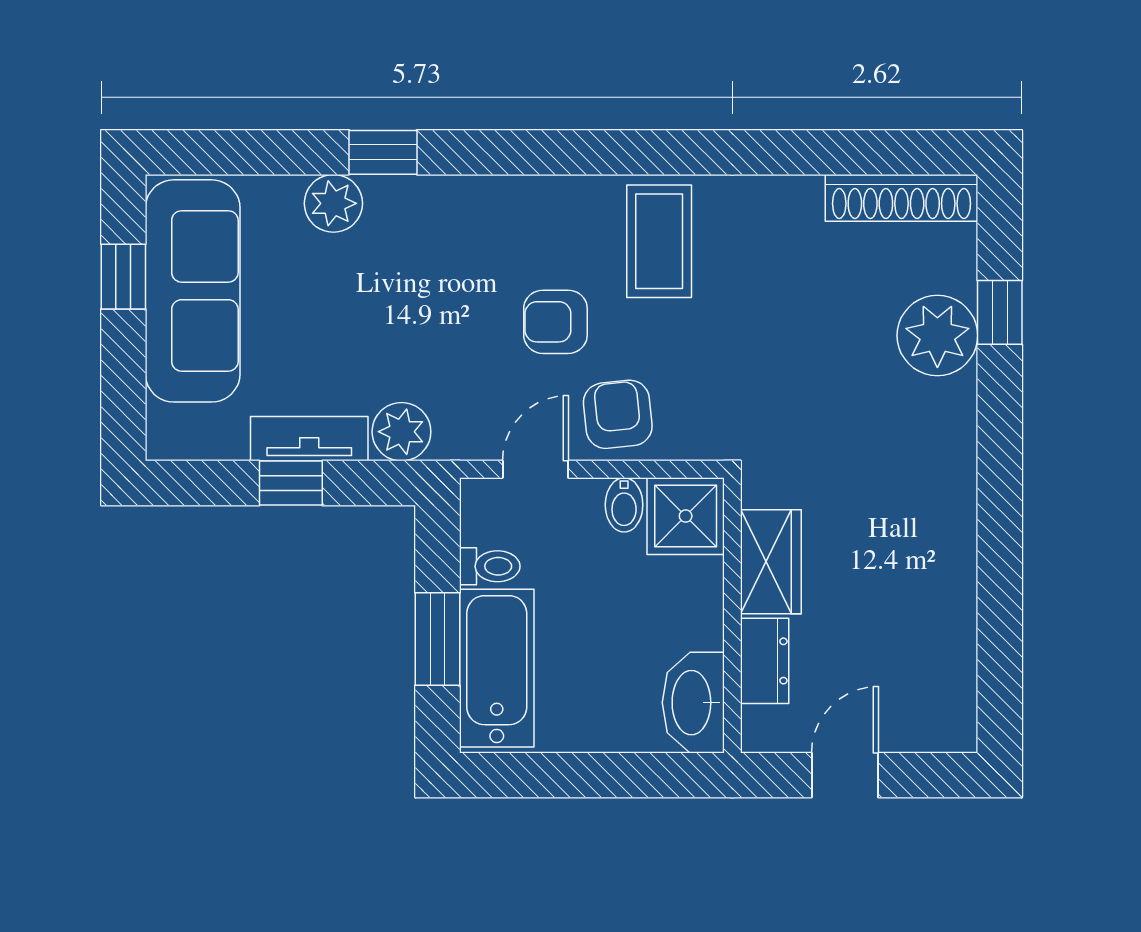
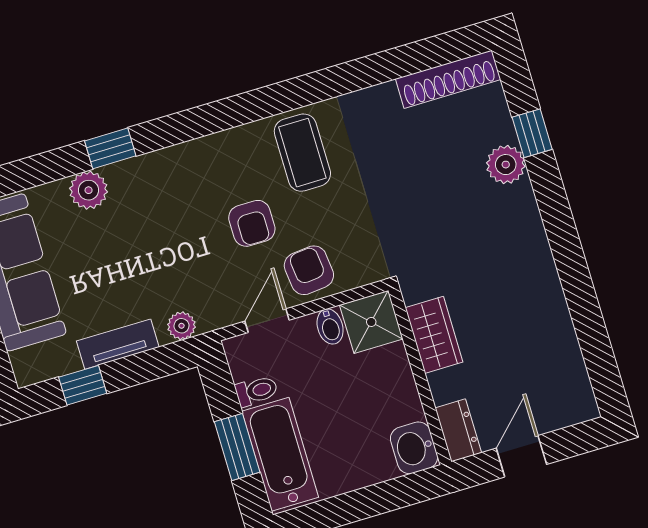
armchair: (555, 322) -> (252, 223), turned -90
plant: (937, 335) -> (506, 165), width x0.73, depth x0.73
plant: (401, 432) -> (182, 326), width x0.73, depth x0.73
window: (291, 483) -> (83, 385), moved
dresser: (765, 661) -> (458, 430), moved
washbasin: (693, 703) -> (414, 448), width x0.72

